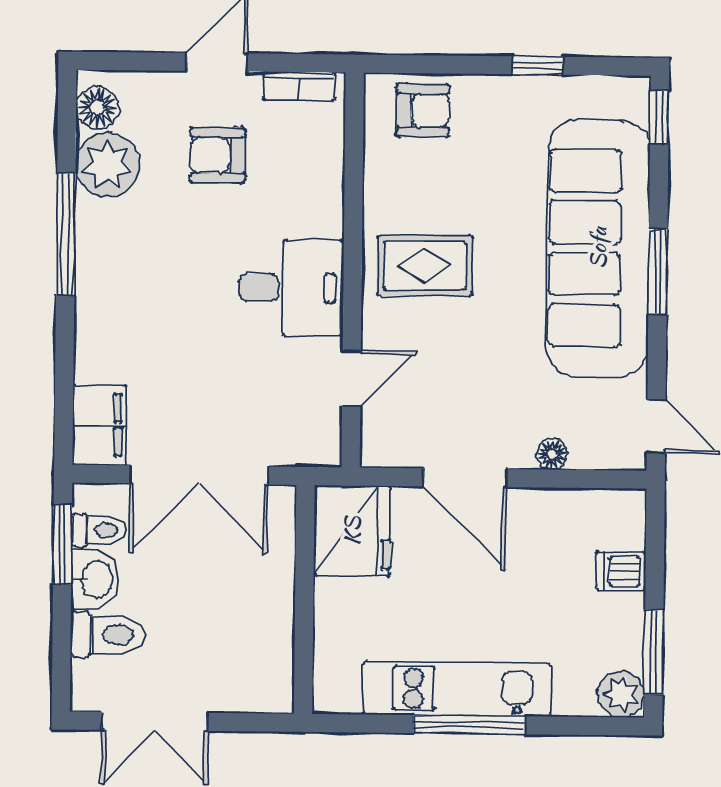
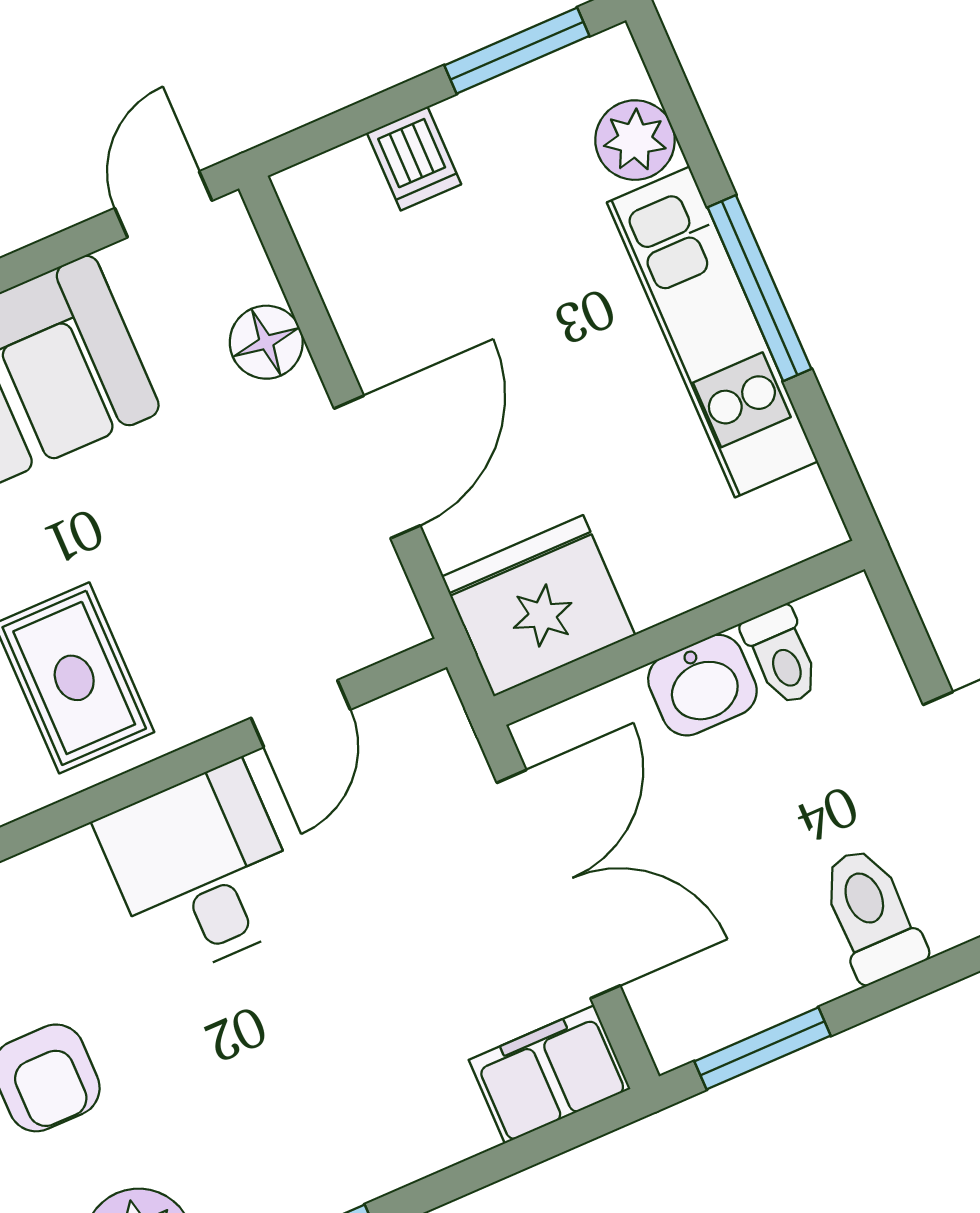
door: (351, 378) -> (301, 714), swing flipped
floor lamp: (552, 454) -> (266, 342), width x1.37, depth x1.37
toilet: (99, 530) -> (782, 656), moved, turned 180
washbasin: (96, 579) -> (702, 685), moved, turned 180
plant: (621, 694) -> (635, 140), moved

